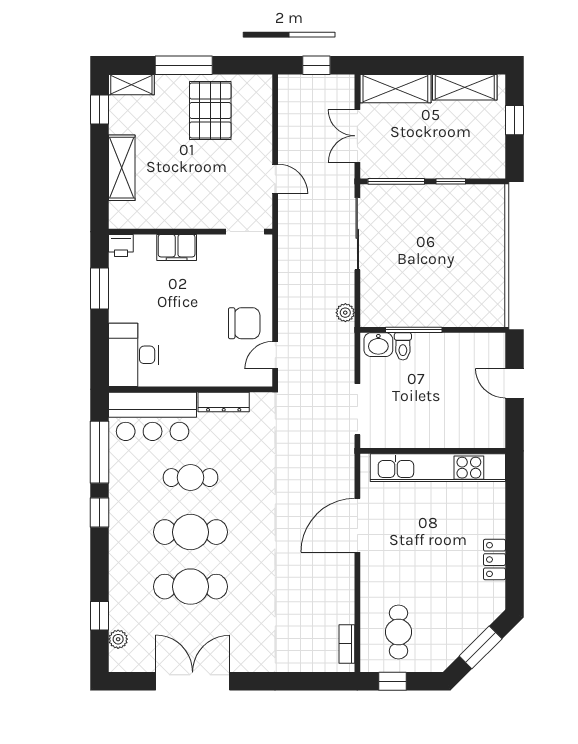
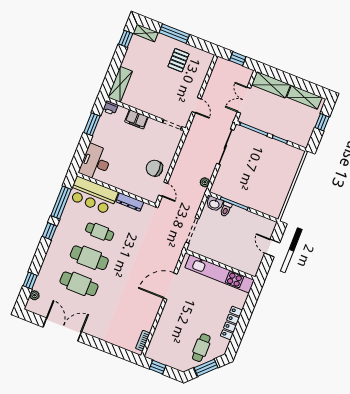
pallet: (210, 110) -> (178, 60), width x0.67, depth x0.71
shelving: (122, 168) -> (120, 84), moved
chair: (244, 323) -> (154, 168), turned 180
door: (275, 355) -> (163, 189), swing flipped
locker: (494, 560) -> (231, 323), width x1.53
cafe table: (398, 632) -> (201, 348), moved

